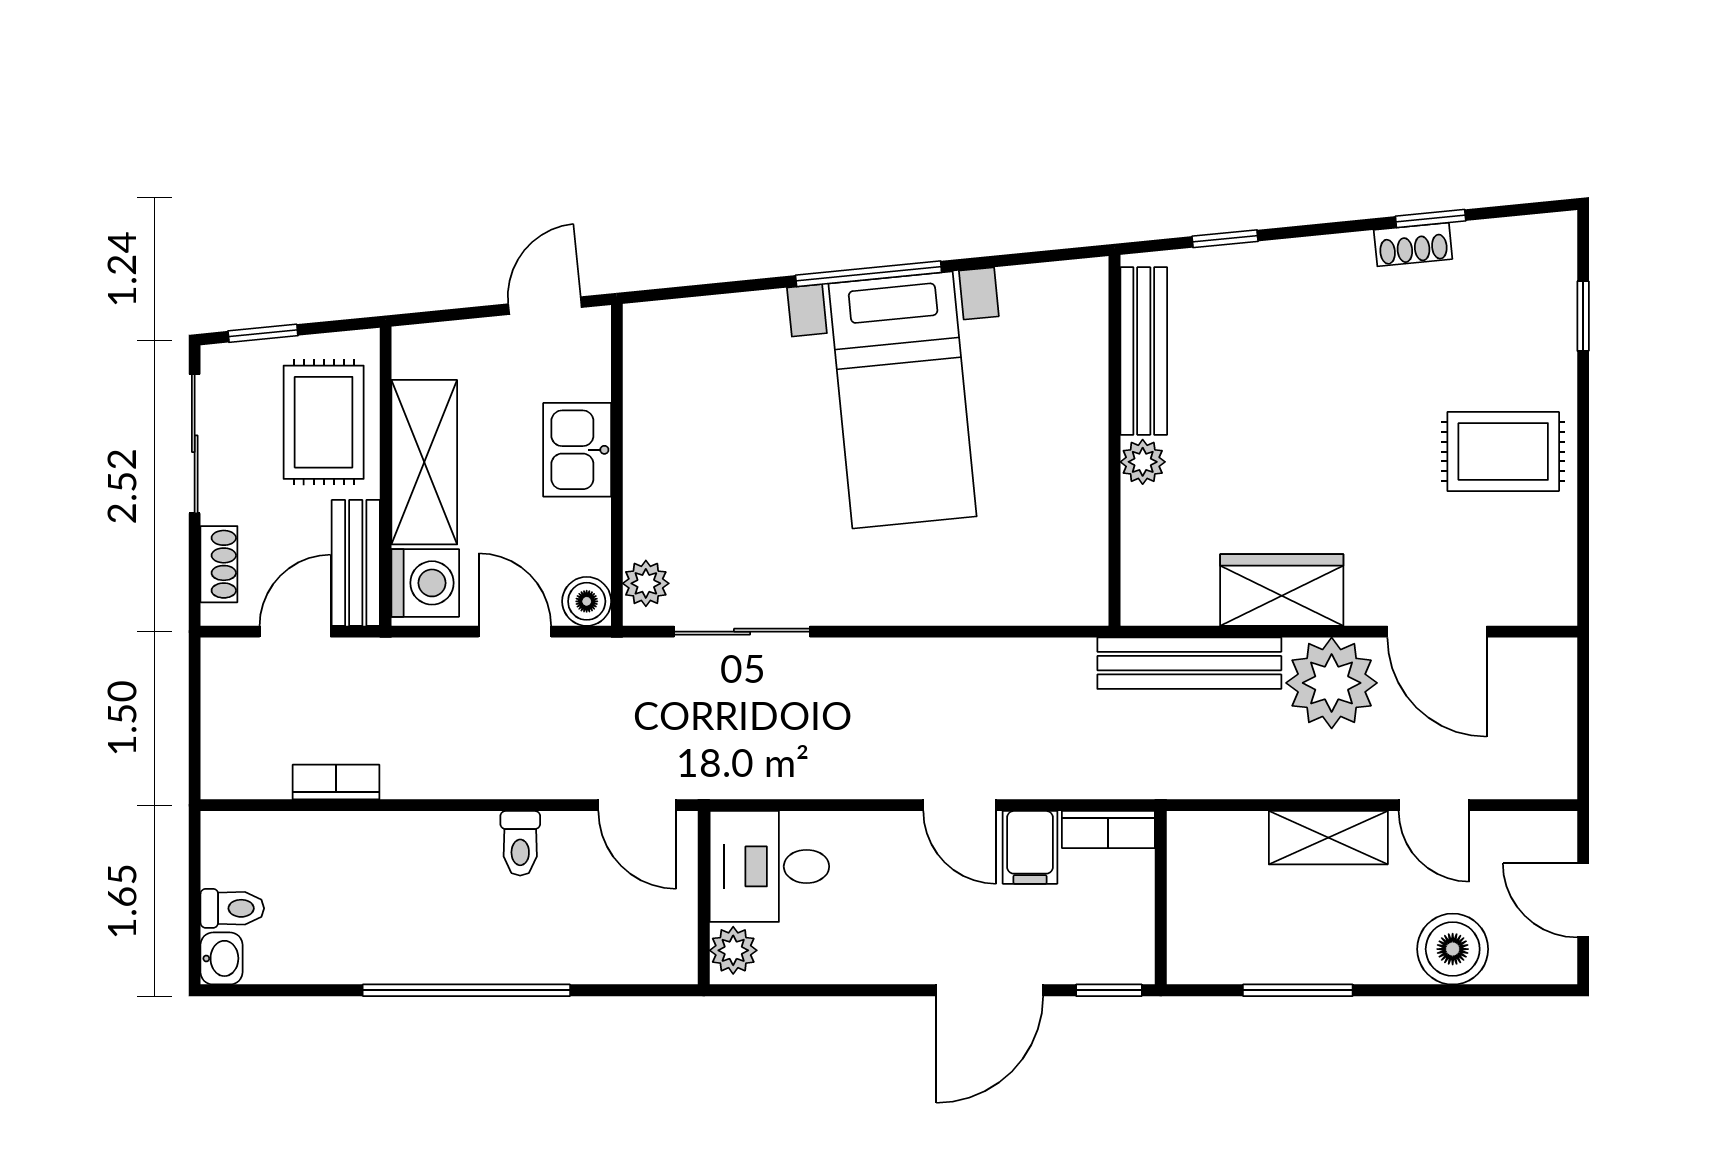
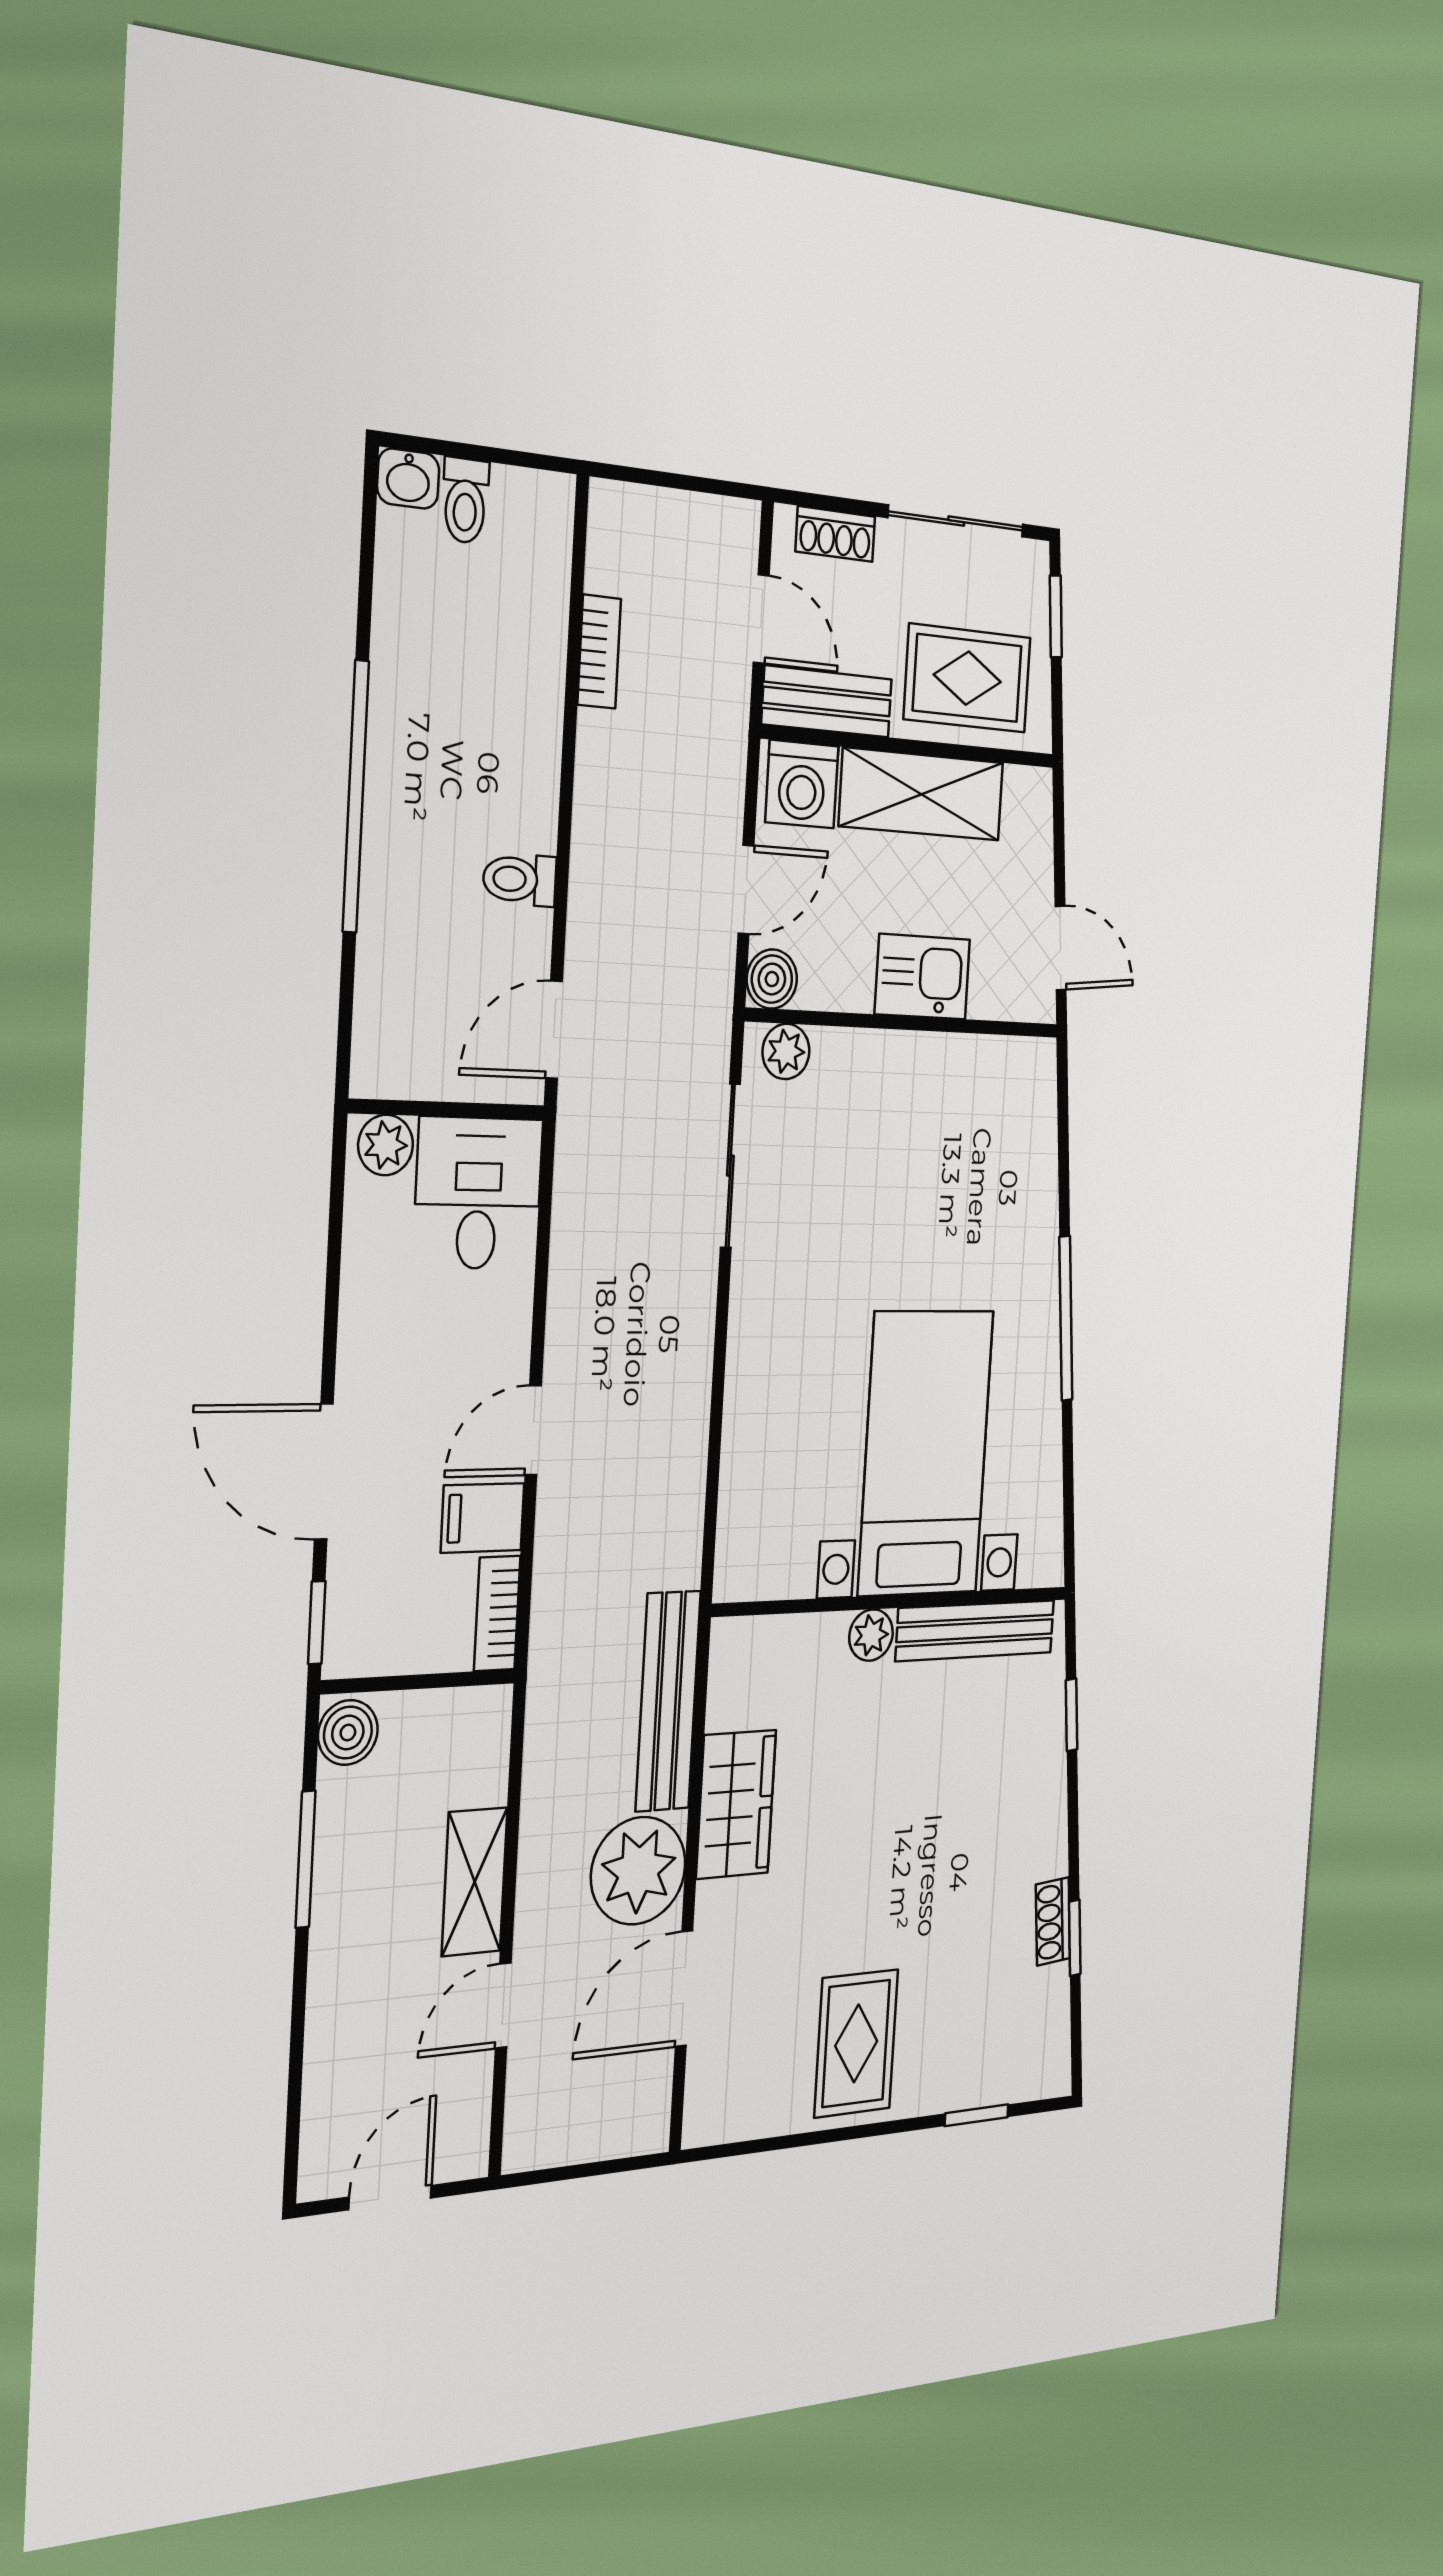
bed with nightstands: (903, 400) -> (926, 1453), moved, turned 96
boiler: (1453, 949) -> (348, 1732), moved, width x0.73, depth x0.73

